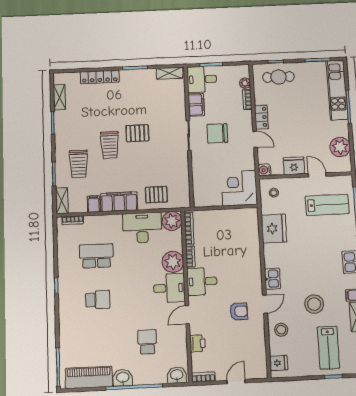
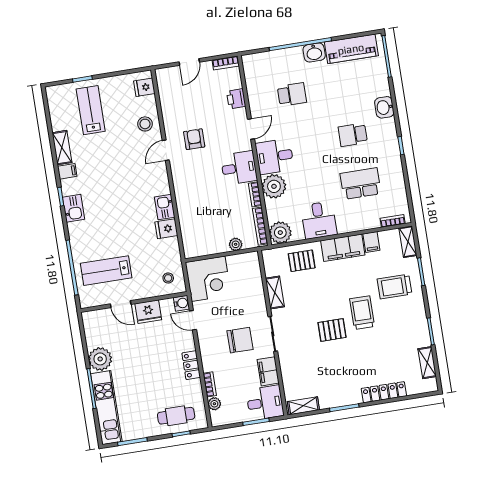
door: (255, 139) -> (193, 320), moved
plant: (340, 147) -> (100, 359), moved
trolley: (79, 164) -> (395, 287), turned -90
shelving: (183, 170) -> (275, 292), added
plant: (212, 215) -> (236, 244), added
desk: (142, 228) -> (319, 220), width x0.73
fridge: (274, 228) -> (166, 229), width x0.53, depth x0.75
school desk: (96, 256) -> (361, 184), turned 180
kitchen sink: (272, 279) -> (165, 207), moved
stool: (314, 304) -> (111, 156), removed
armchair: (239, 311) -> (194, 139), turned 90
school desk: (147, 342) -> (292, 94), turned -90
washbasin: (177, 375) -> (384, 107), moved, turned 90

